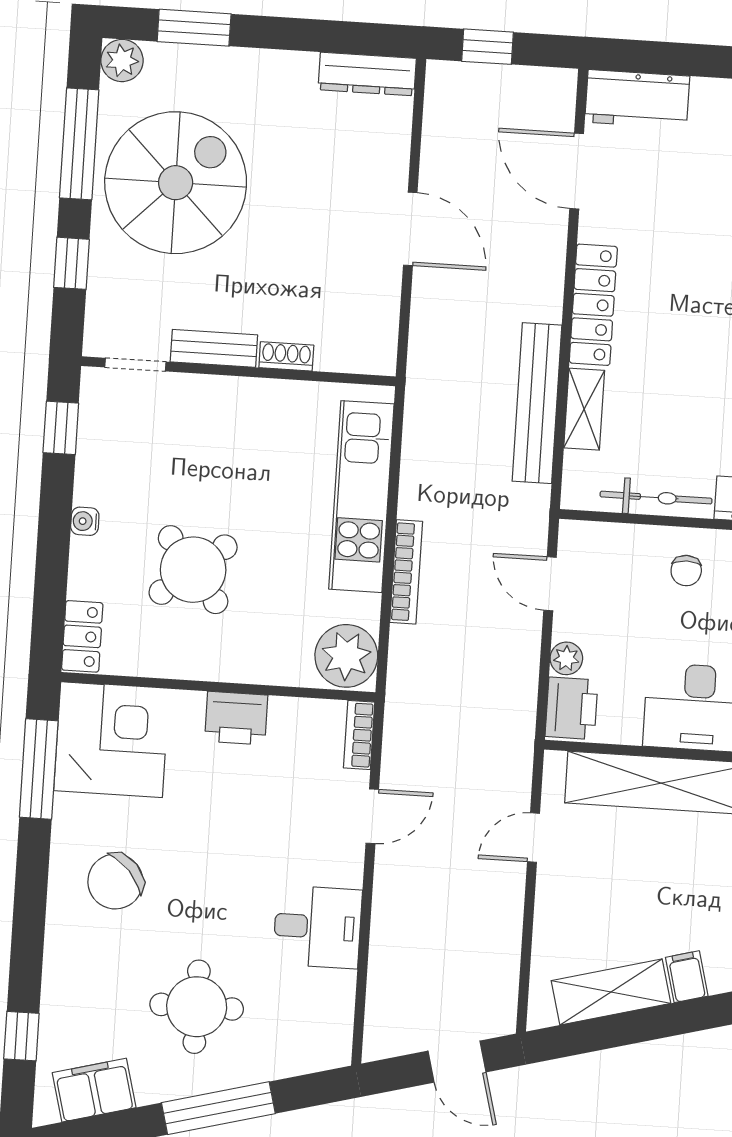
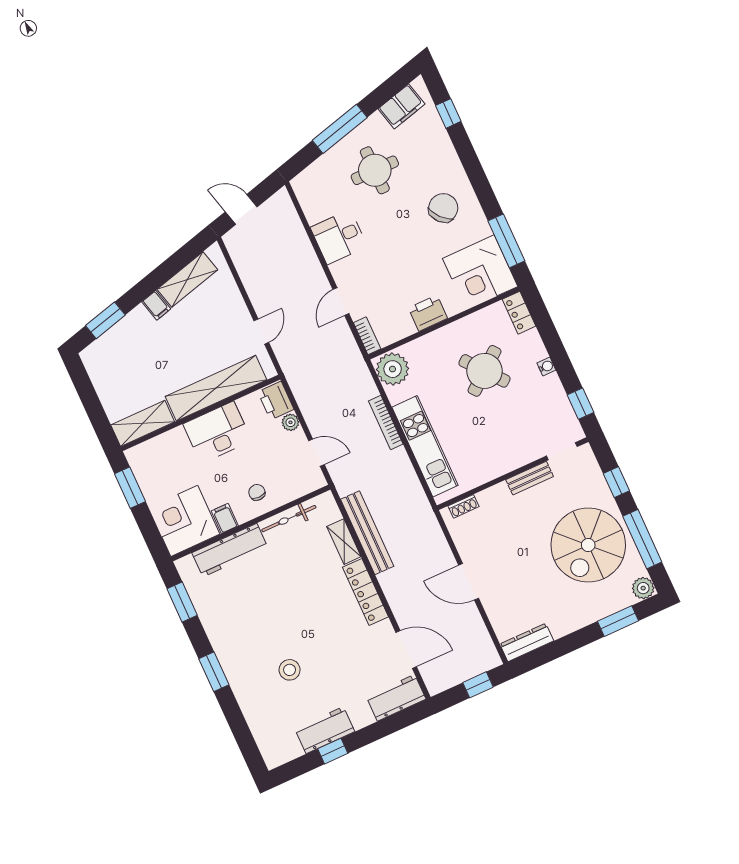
shoe rack: (286, 356) -> (464, 506), moved

